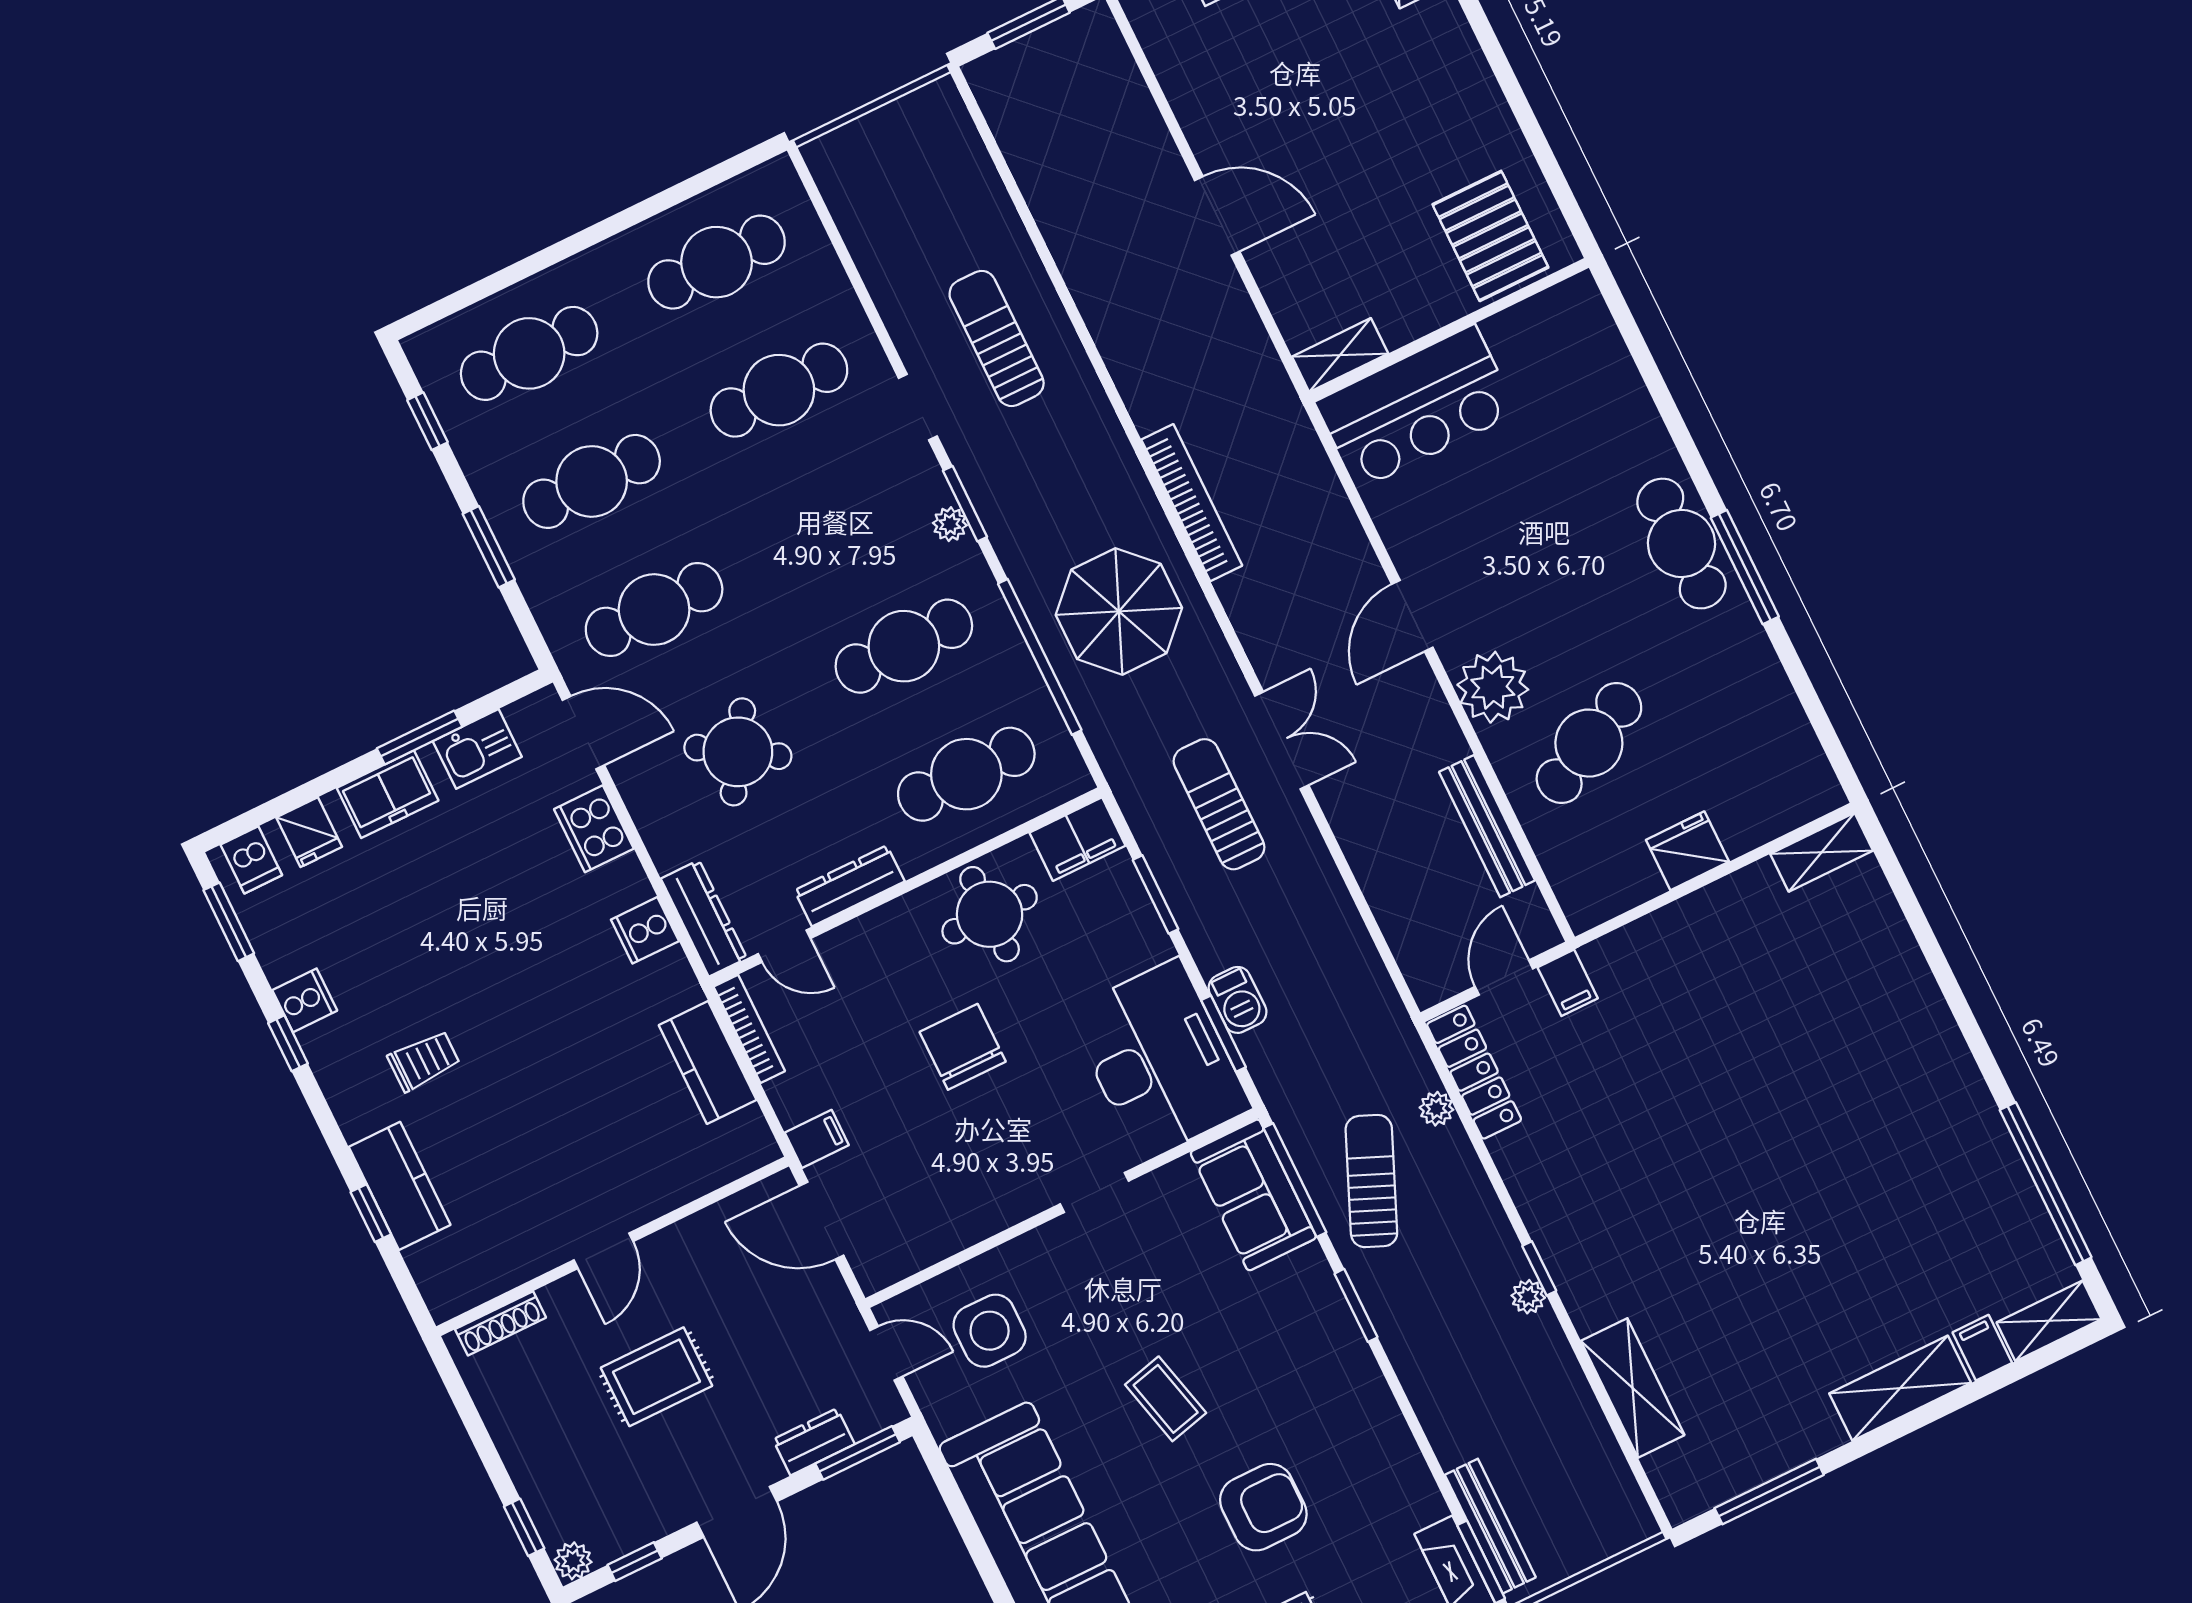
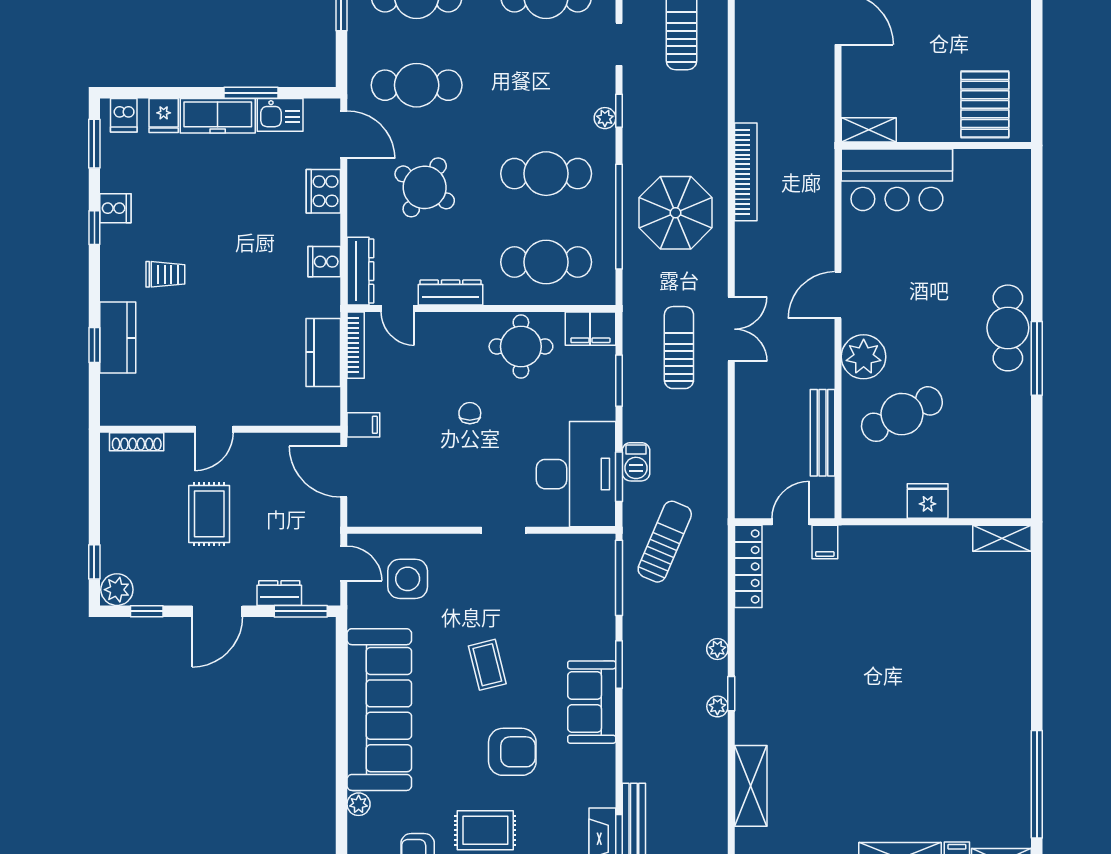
window: (965, 504) -> (619, 111), width x0.67
freezer: (388, 794) -> (218, 116), width x1.40
chair: (963, 1047) -> (470, 413), width x0.54, depth x0.54
plant: (1436, 1109) -> (717, 649), moved
sun lounger: (1371, 1181) -> (665, 542), moved
sofa: (1253, 1195) -> (592, 702), moved
rug: (656, 1377) -> (209, 514), turned 90
plant: (573, 1561) -> (117, 590), width x1.38, depth x1.38

